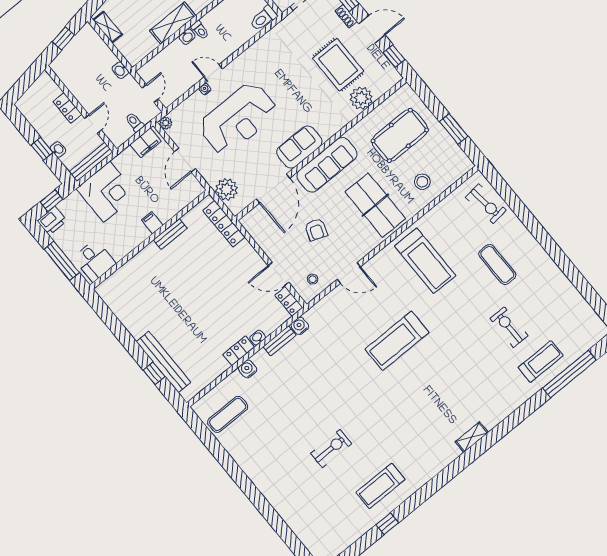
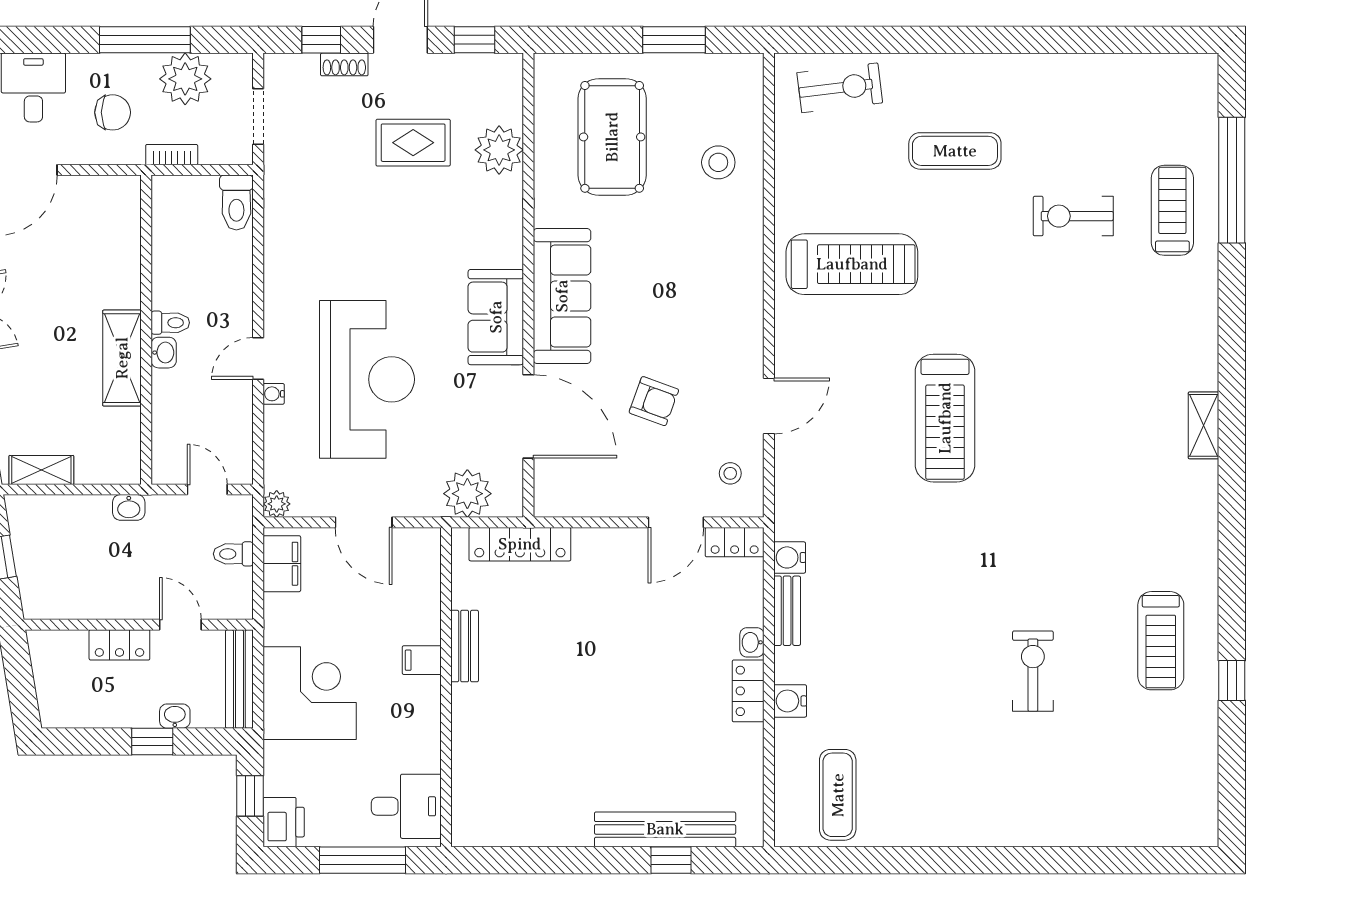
rug: (338, 65) -> (413, 143), width x0.73, depth x0.70
table tennis table: (375, 205) -> (693, 271), removed

